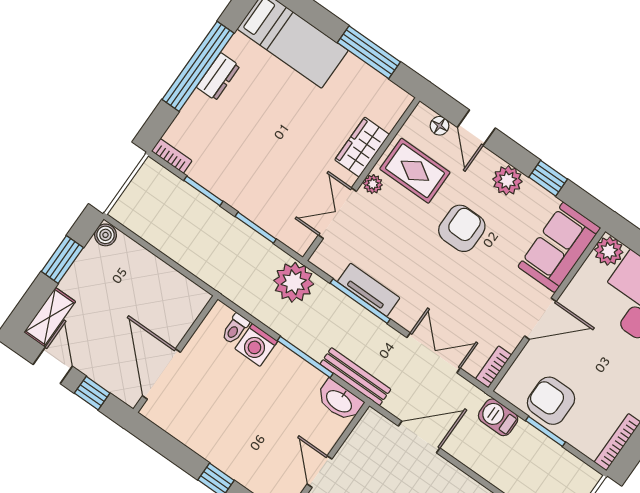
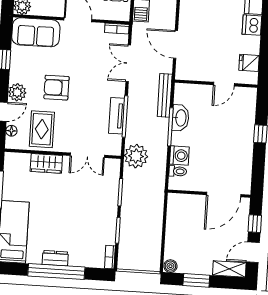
plant: (507, 180) -> (17, 92), moved
plant: (373, 184) -> (62, 146), removed
washbasin: (339, 401) -> (180, 118), moved

